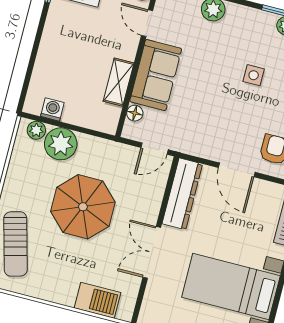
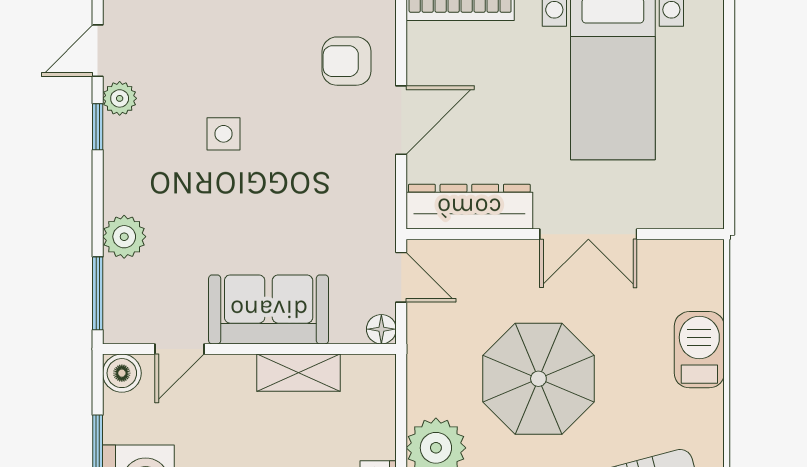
floor lamp: (135, 113) -> (381, 329), moved
barbecue: (98, 300) -> (699, 350), moved

